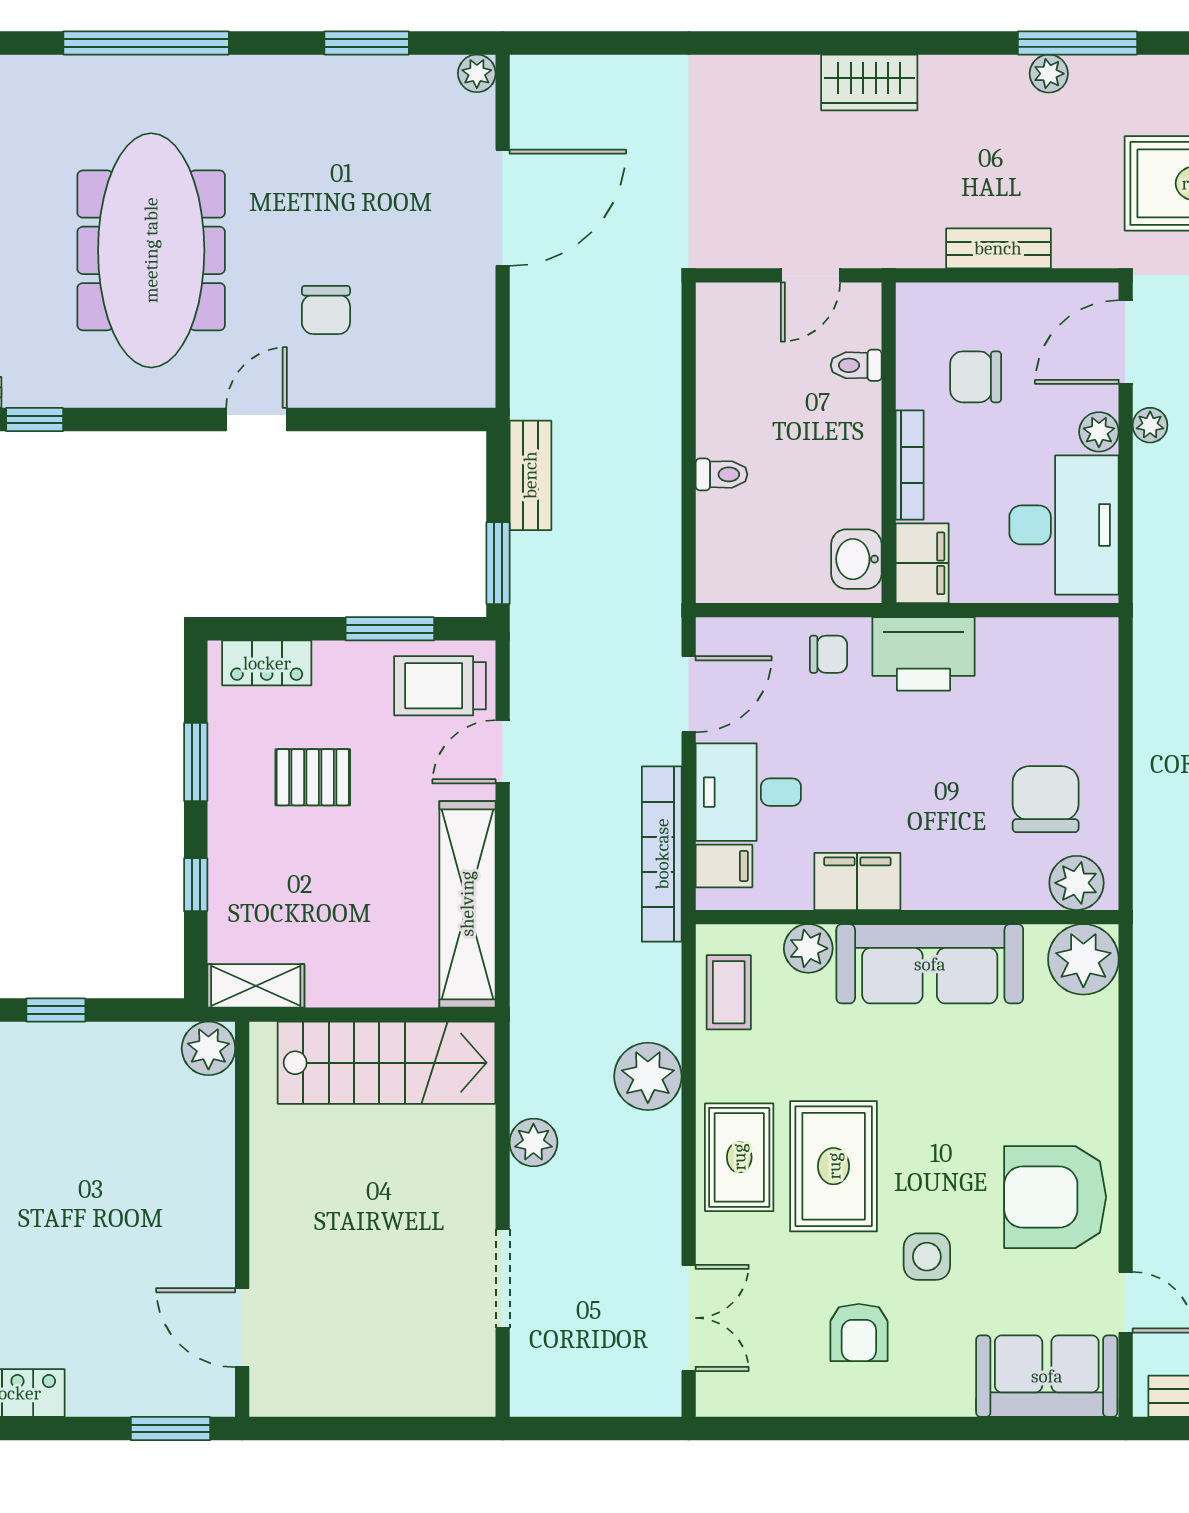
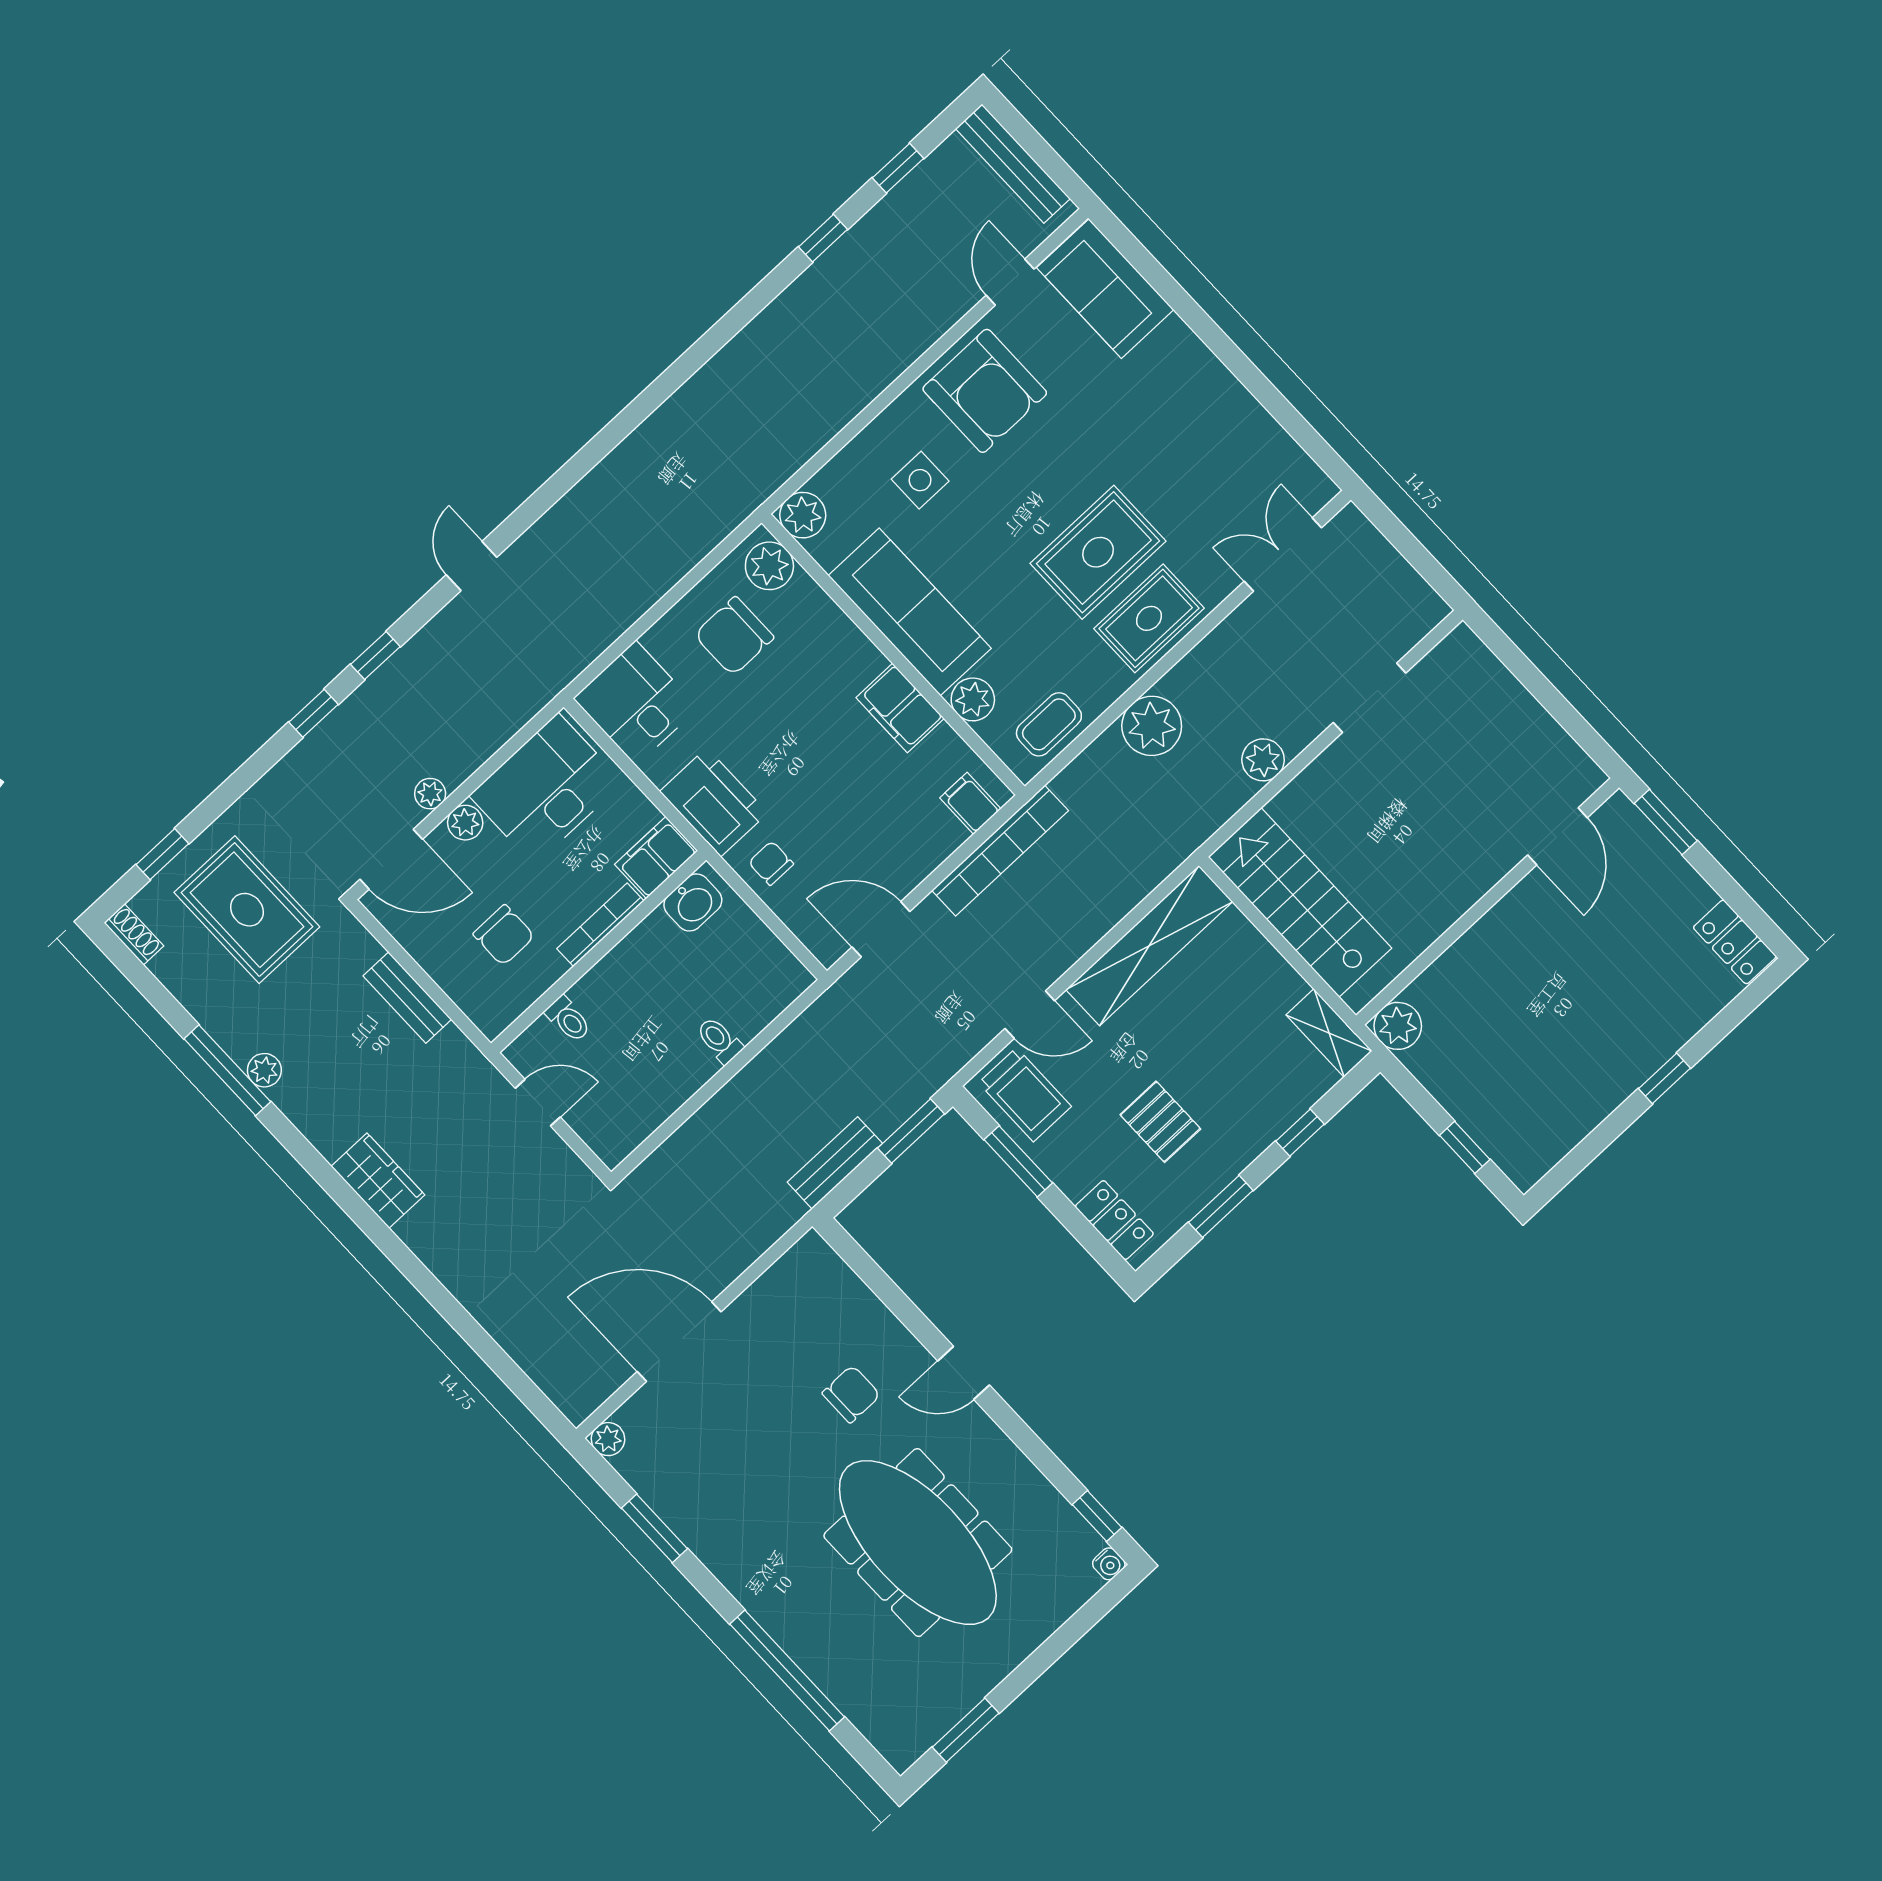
meeting table: (151, 250) -> (918, 1543), turned 90
desk: (748, 792) -> (636, 703), moved, turned 180
plant: (1083, 959) -> (803, 515), width x0.73, depth x0.73
side table: (927, 1257) -> (920, 480), moved
armchair: (859, 1332) -> (1190, 436), removed

